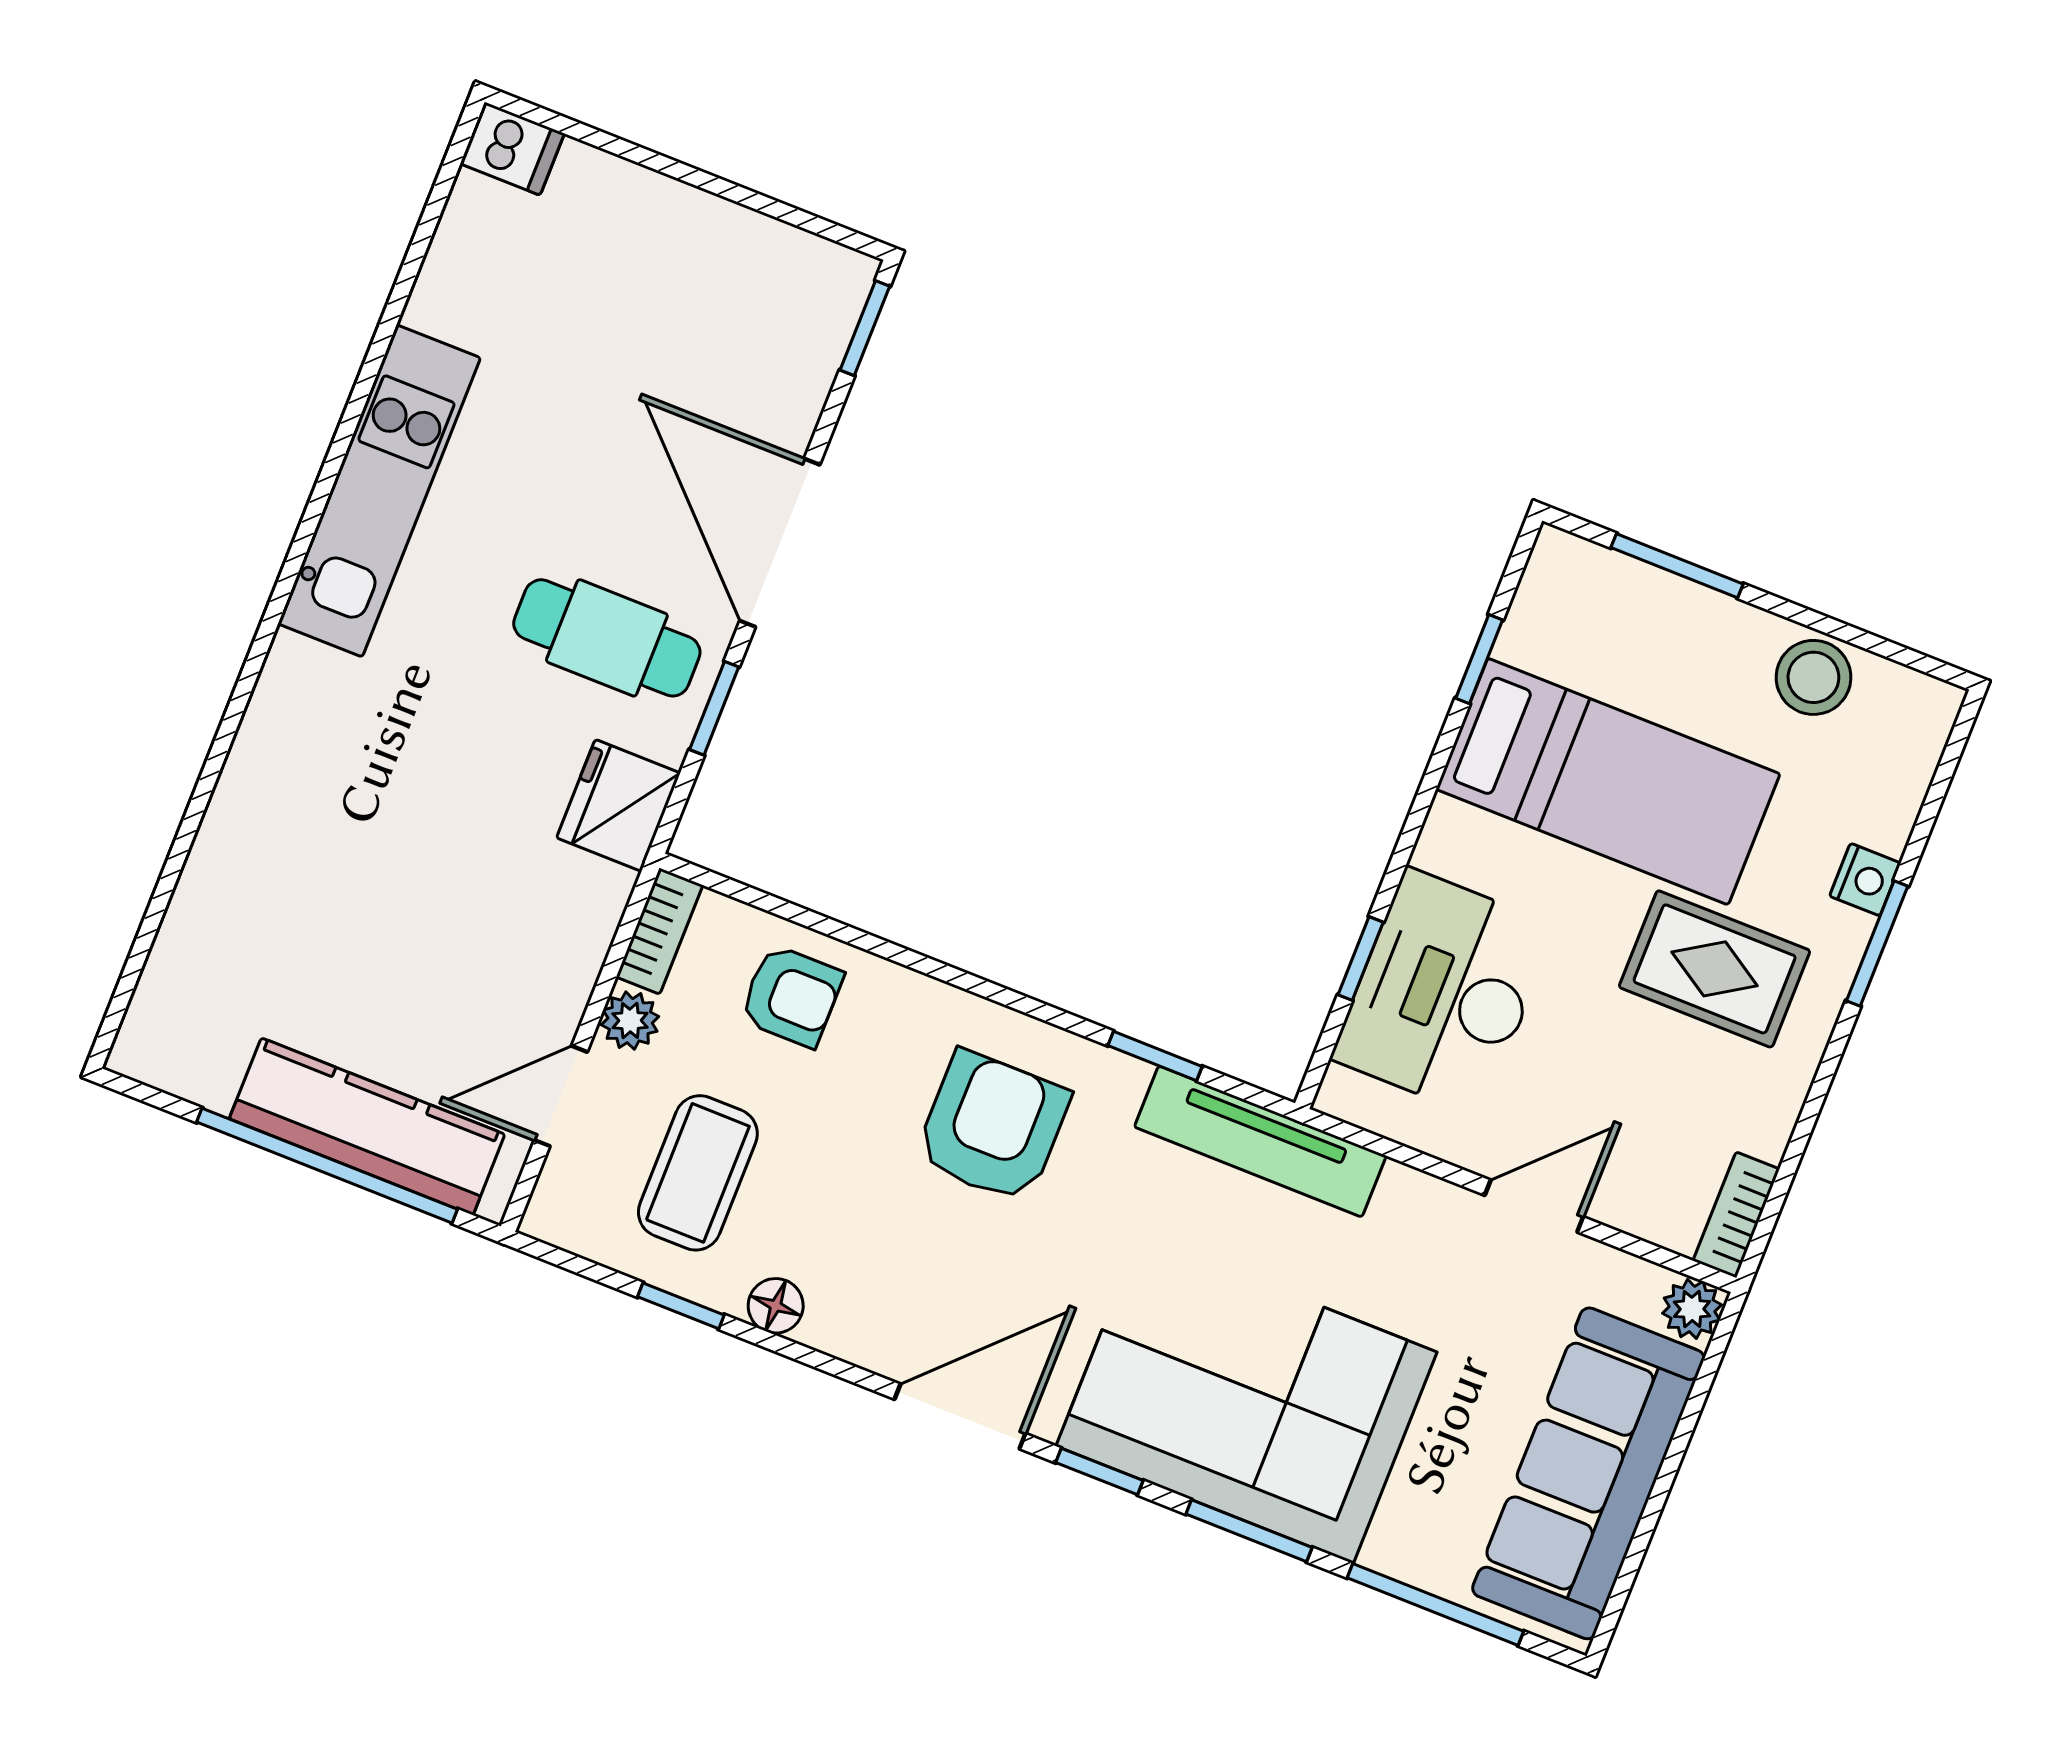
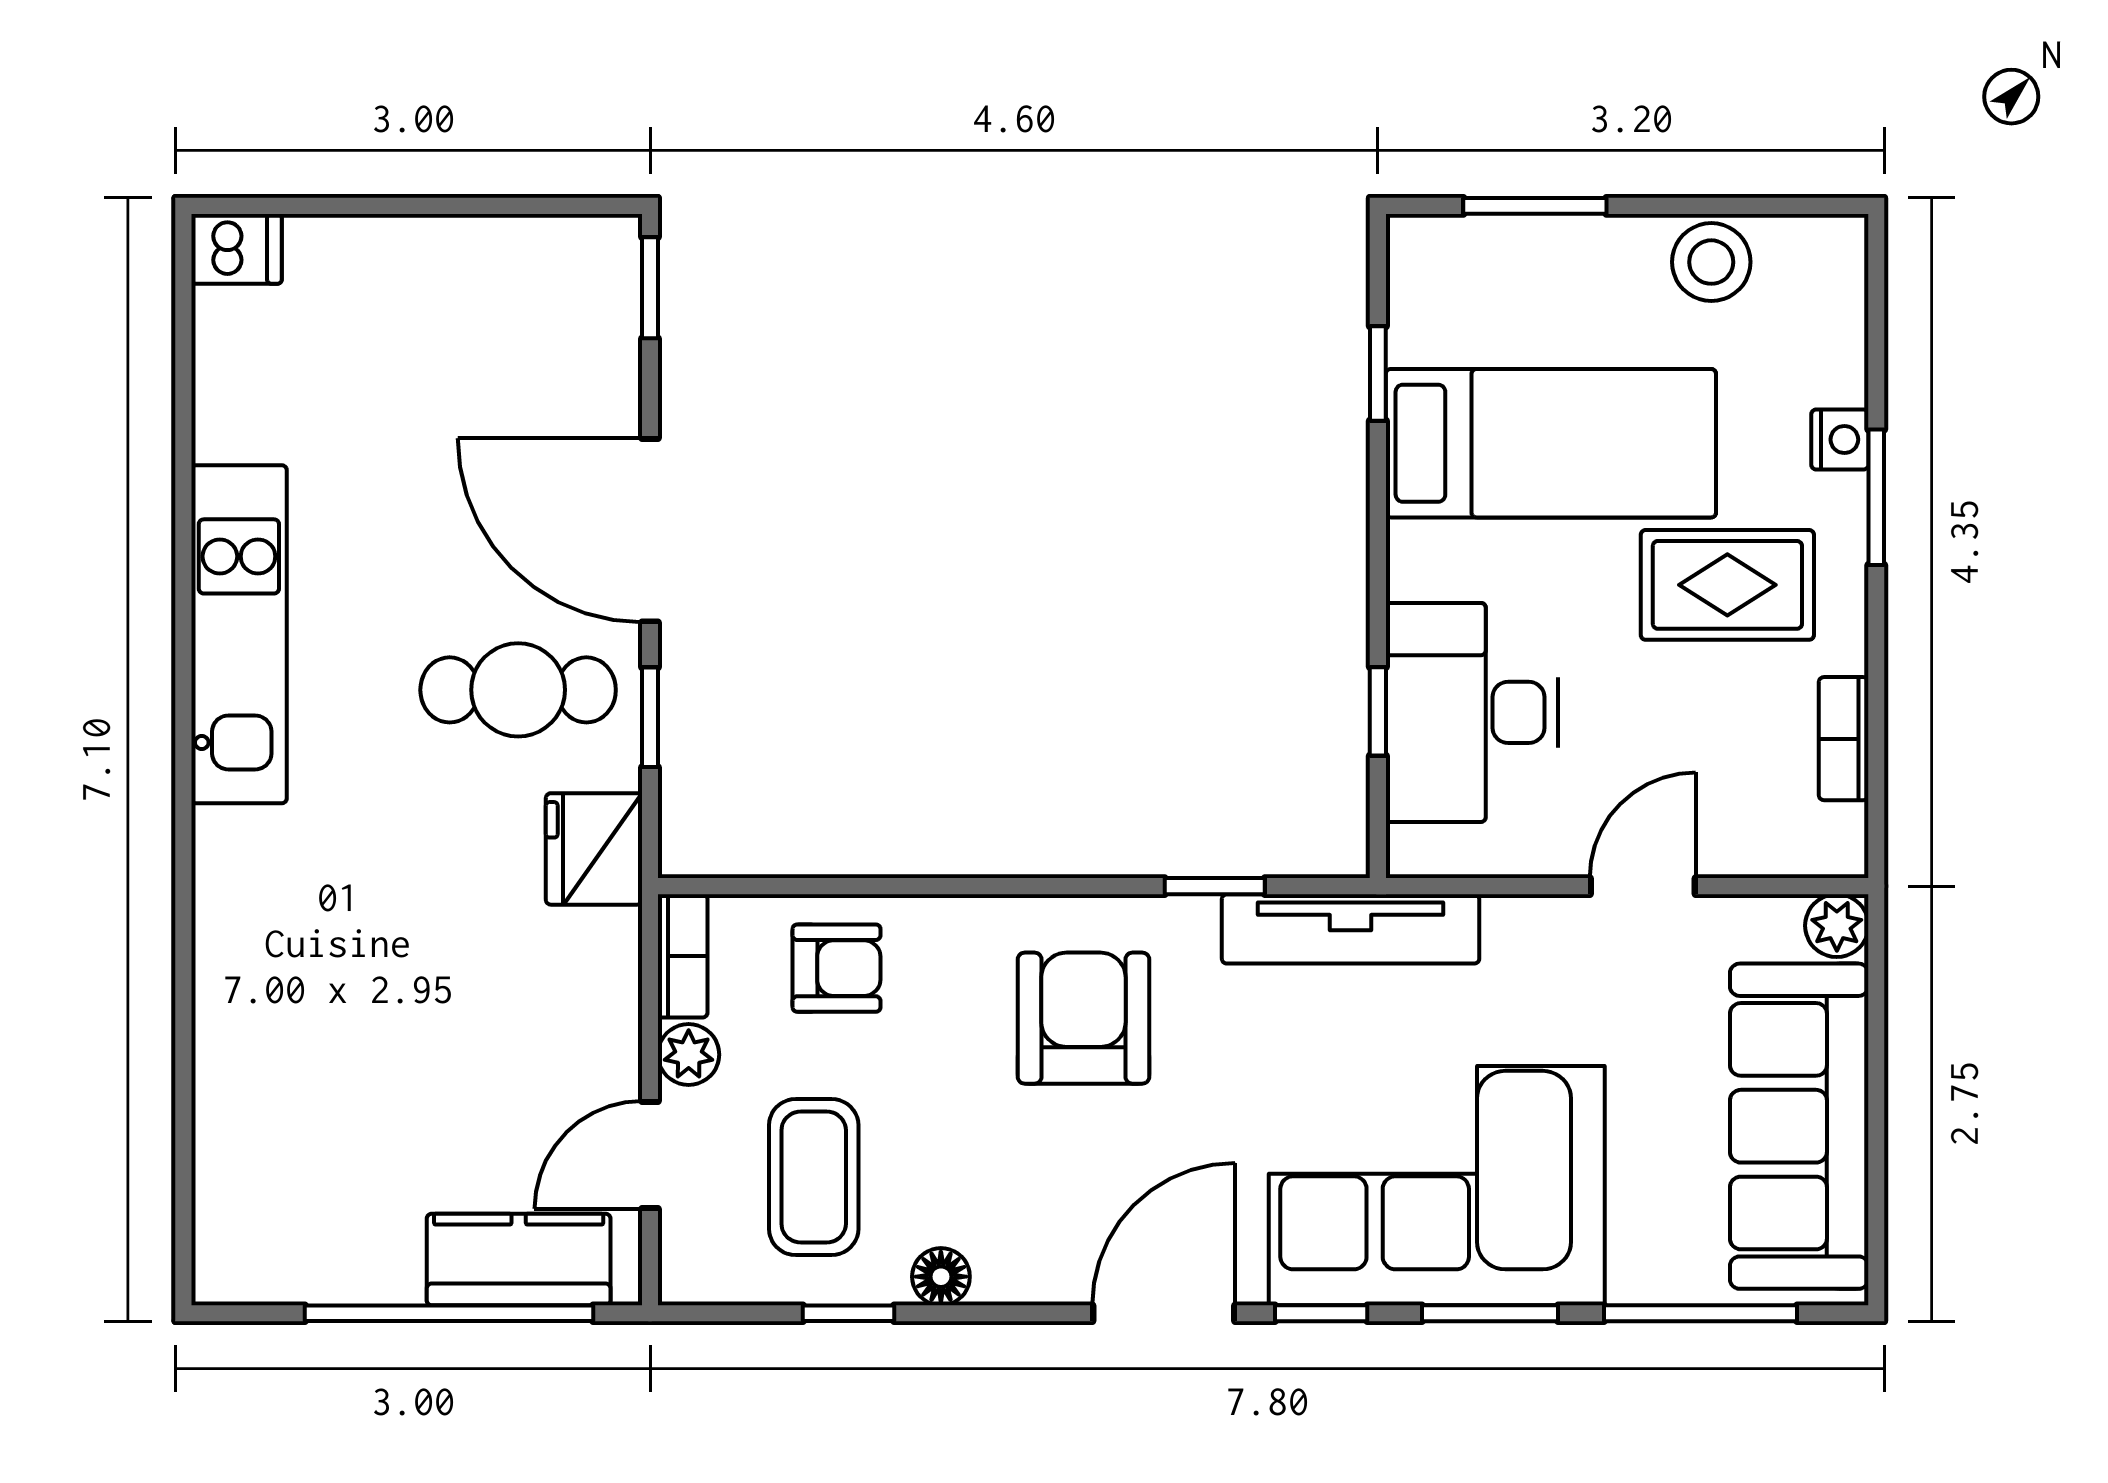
kitchen counter: (367, 1126) -> (519, 1260), width x0.67
bookcase: (1736, 1215) -> (1844, 739), moved

